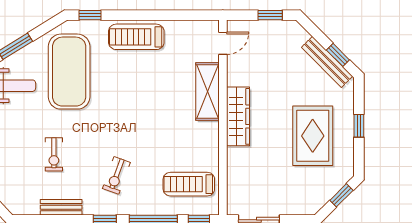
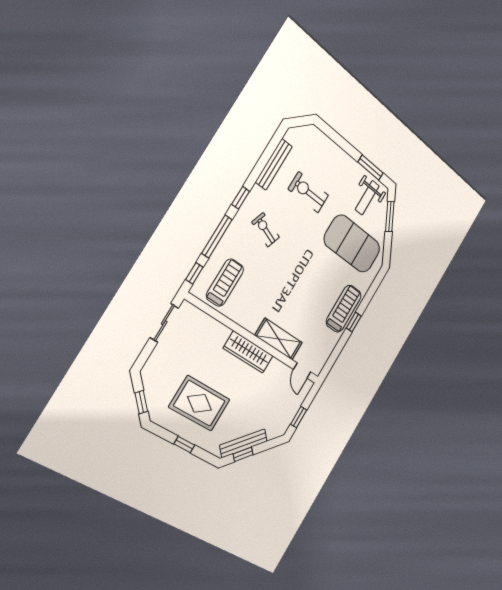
window: (90, 15) -> (354, 322), moved
exercise bike: (54, 154) -> (308, 192), width x1.38, depth x1.39
bench: (61, 207) -> (274, 164), width x1.36

